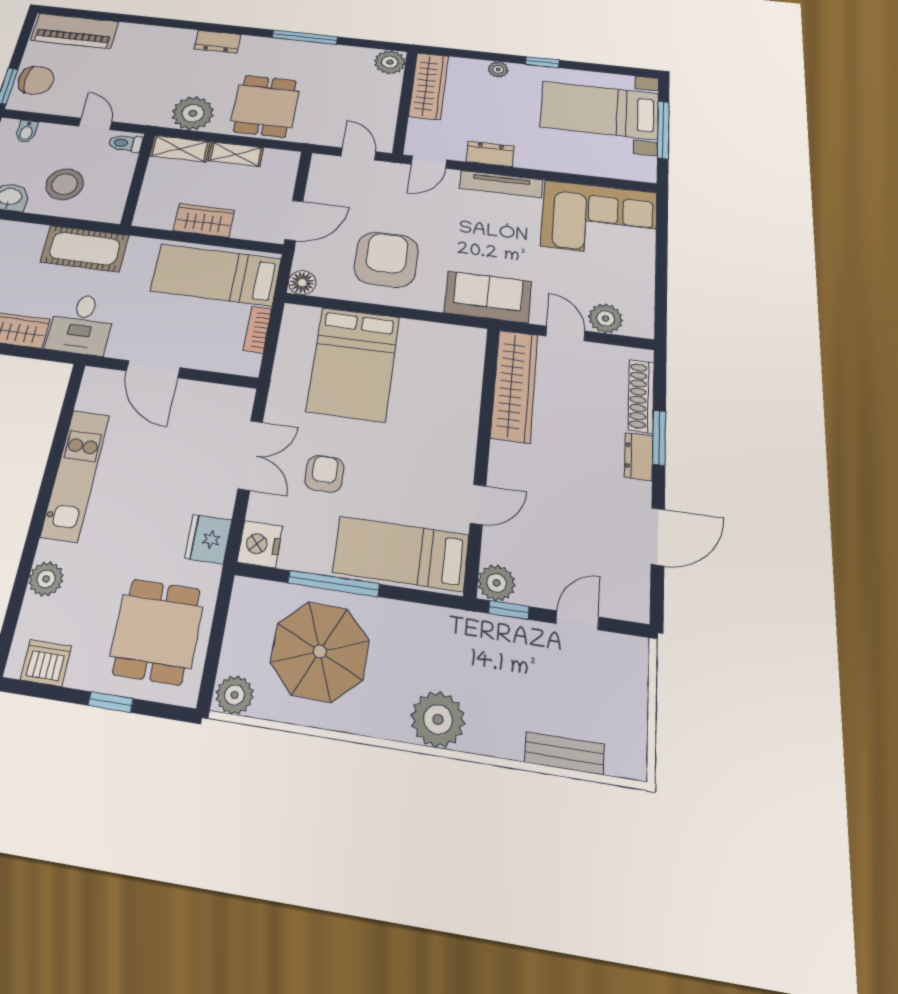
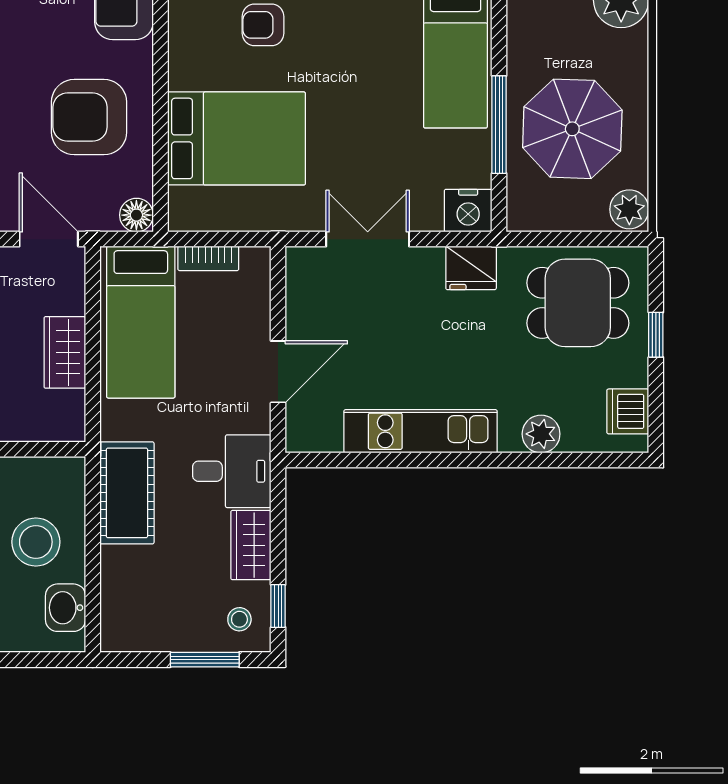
armchair: (324, 474) -> (263, 25), moved

